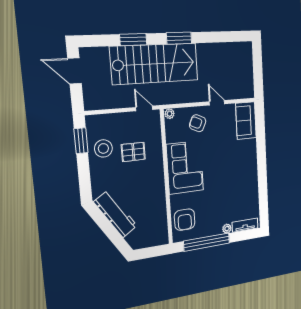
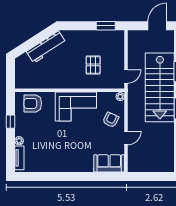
stool: (103, 148) -> (98, 42), removed
window: (207, 242) -> (10, 122), width x0.32

